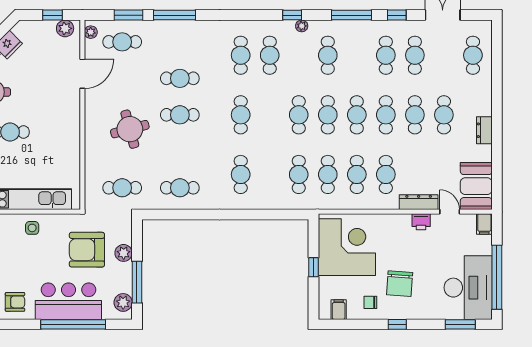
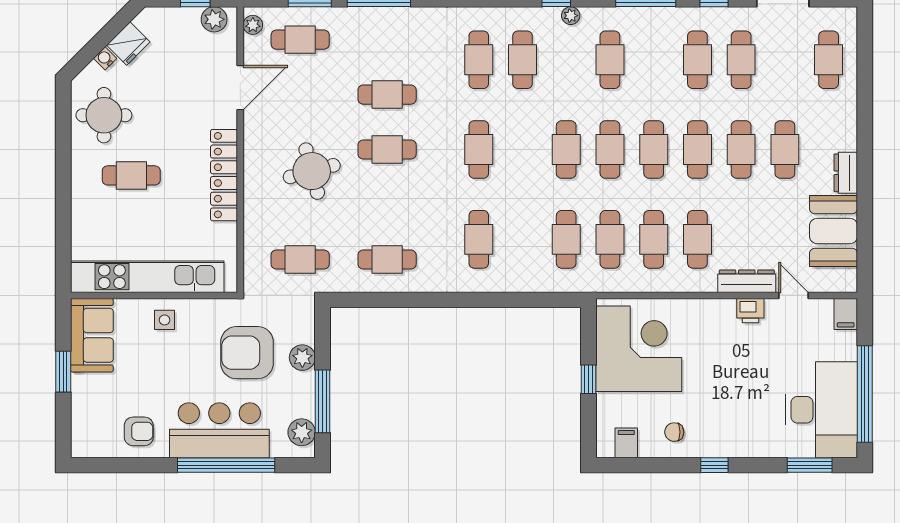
locker: (72, 132) -> (224, 175), added
booth: (476, 186) -> (834, 231), moved
chair: (400, 284) -> (718, 404), removed

